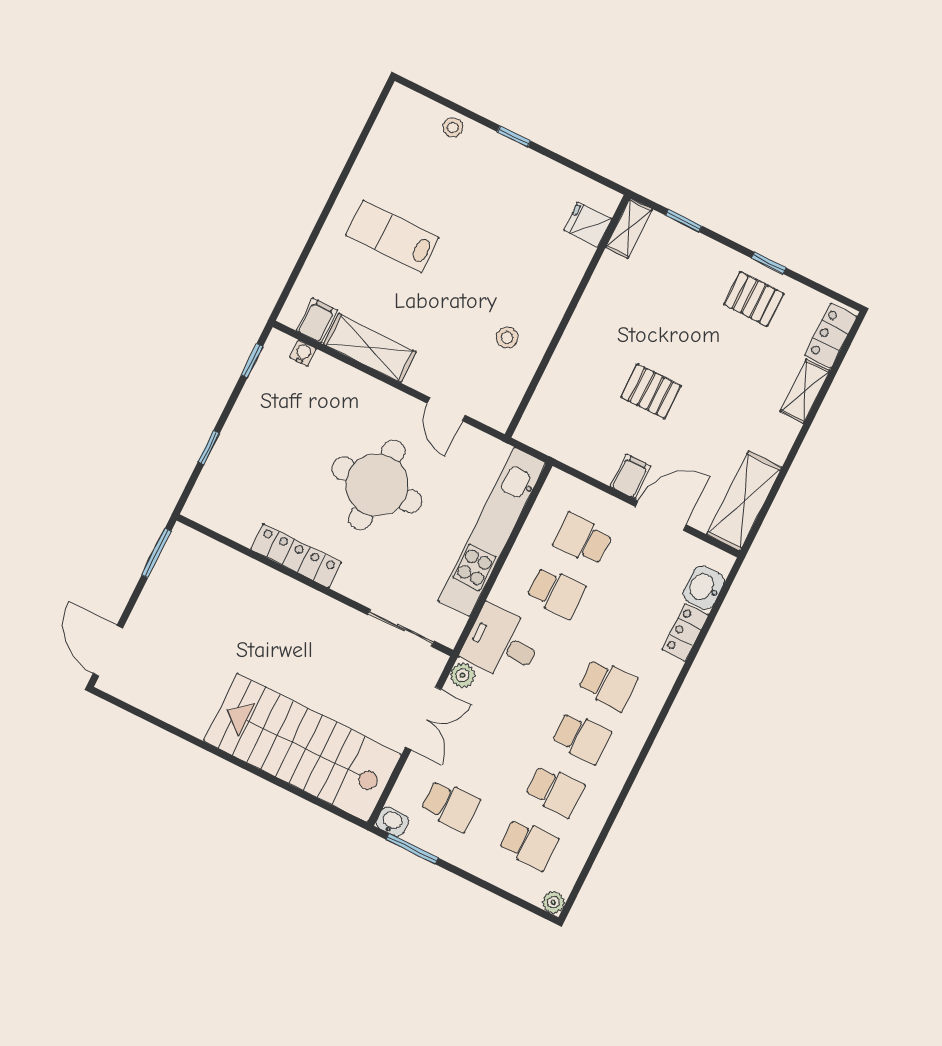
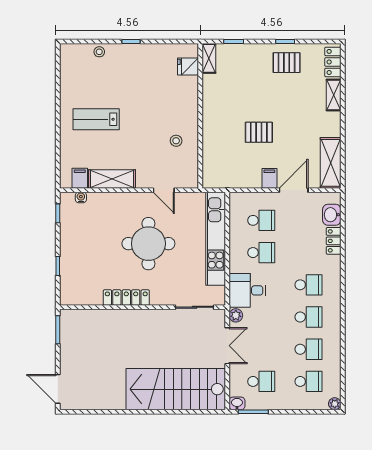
school desk: (583, 539) -> (261, 220), turned 180

